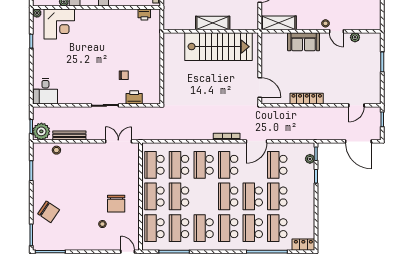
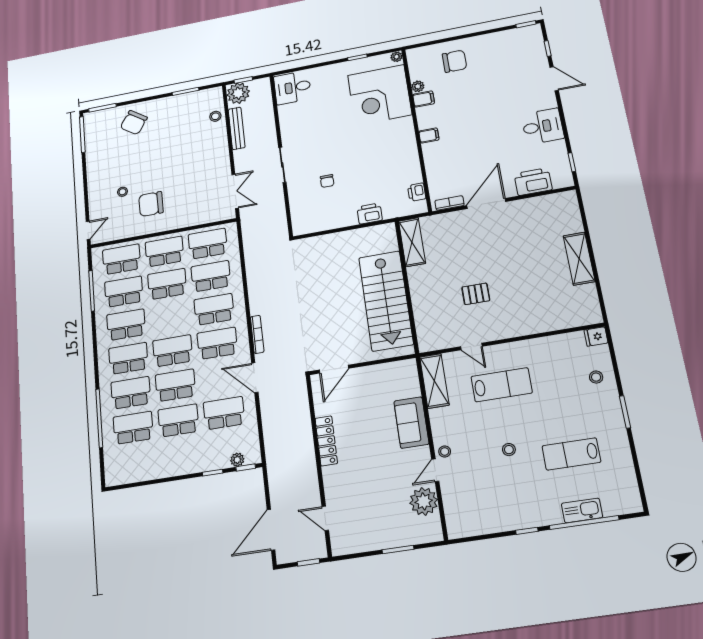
shelving: (213, 23) -> (412, 242), moved
corner desk: (59, 24) -> (380, 95), width x1.36, depth x1.36
plant: (355, 37) -> (424, 501), width x1.88, depth x1.88
printer: (134, 97) -> (370, 214), moved, turned -90
locker: (303, 245) -> (112, 470), removed

